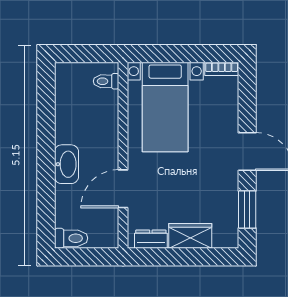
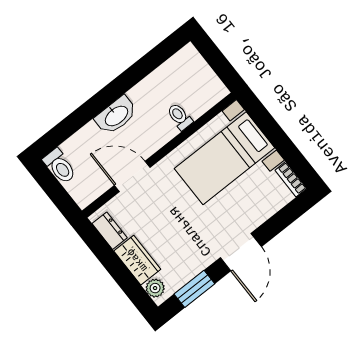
toilet: (106, 81) -> (180, 117), moved
plant: (223, 239) -> (155, 288), added

